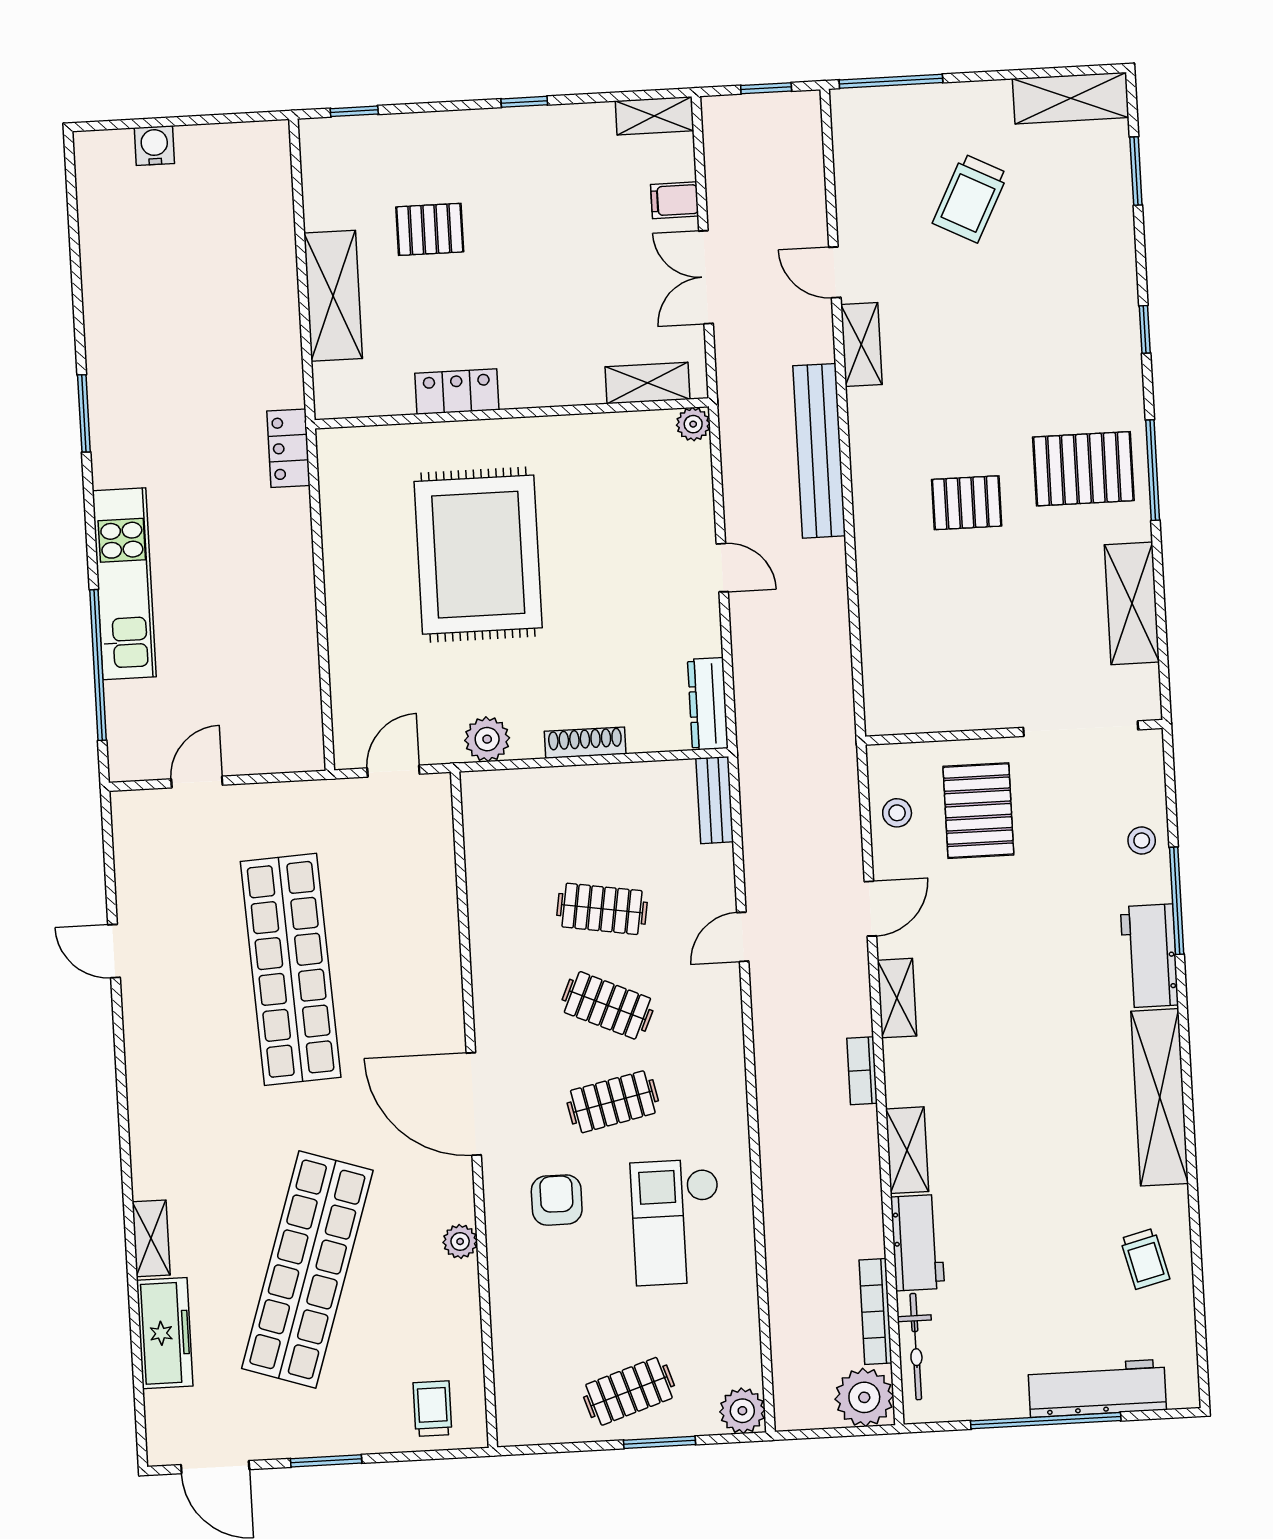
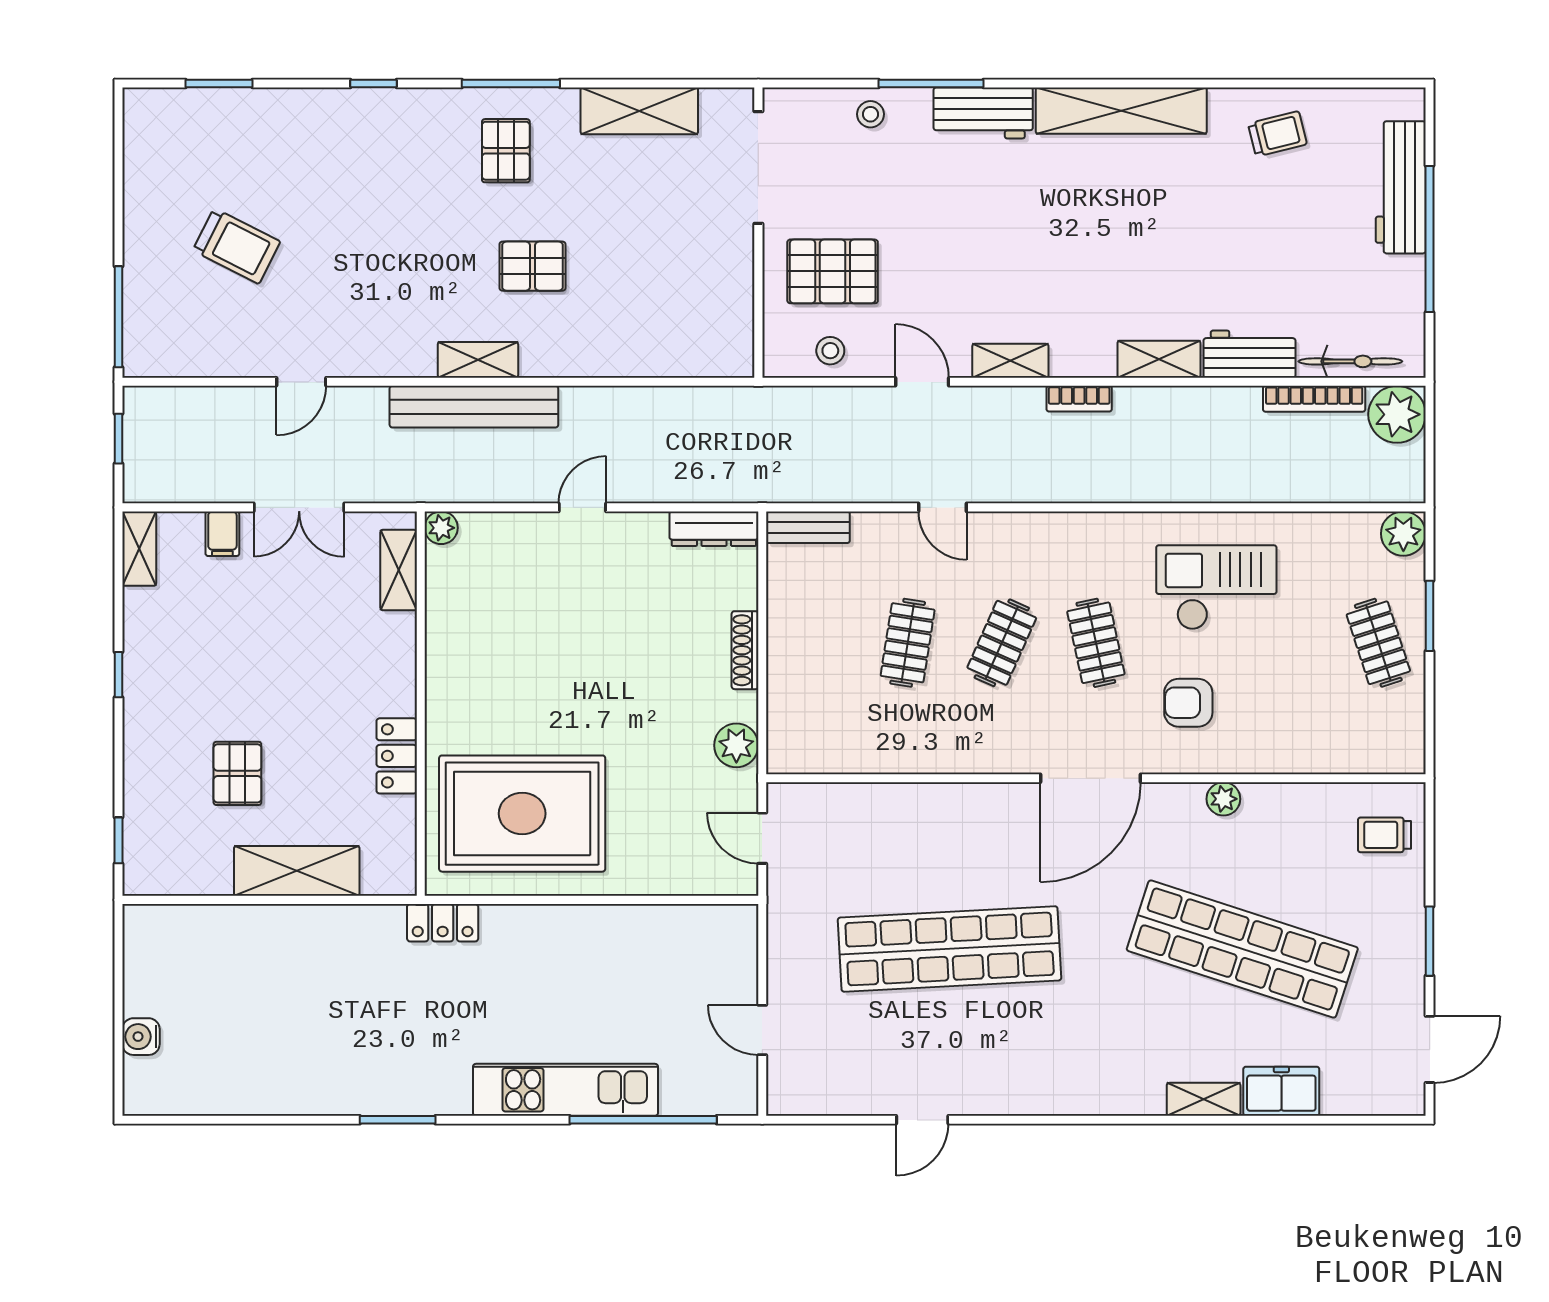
shelving: (1071, 98) -> (145, 143), removed
shelving: (861, 344) -> (478, 360), moved
pallet: (1083, 469) -> (506, 151), width x0.67, depth x0.71
pallet: (967, 503) -> (532, 266), turned 90
rug: (478, 555) -> (522, 814), moved
checkout: (677, 1222) -> (1216, 587), turned 180
freezer: (165, 1333) -> (1281, 1091), width x0.71

